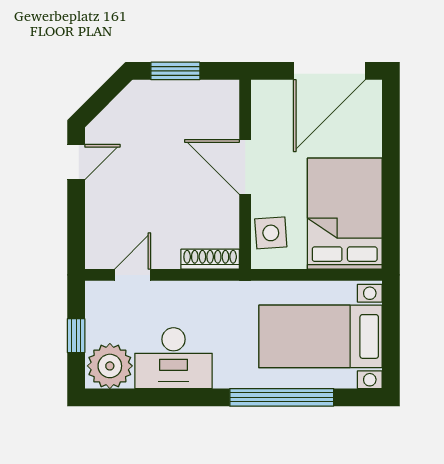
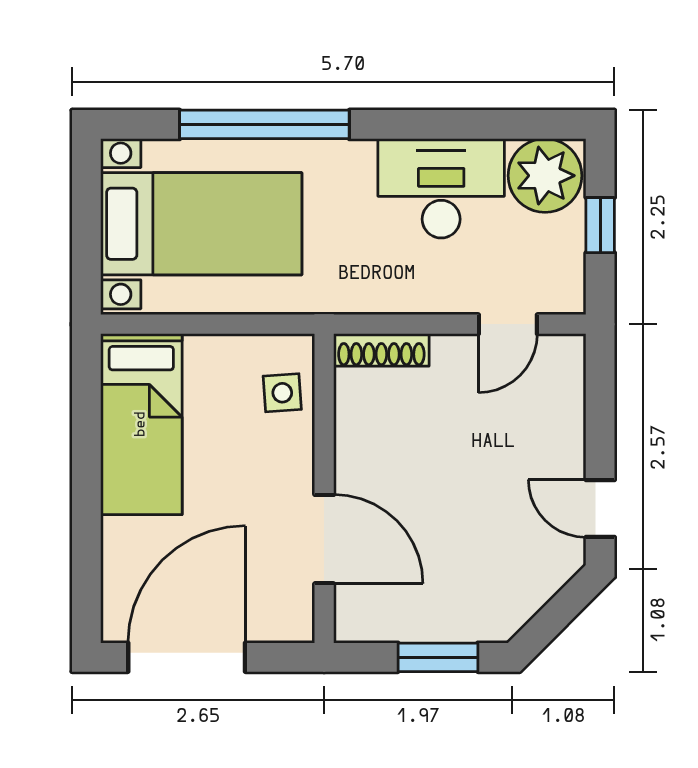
door: (76, 162) -> (600, 509), hinge flipped
door: (245, 167) -> (324, 539), moved
bed: (345, 214) -> (141, 424), width x0.67
side table: (271, 233) -> (282, 393), width x0.73, depth x0.73

